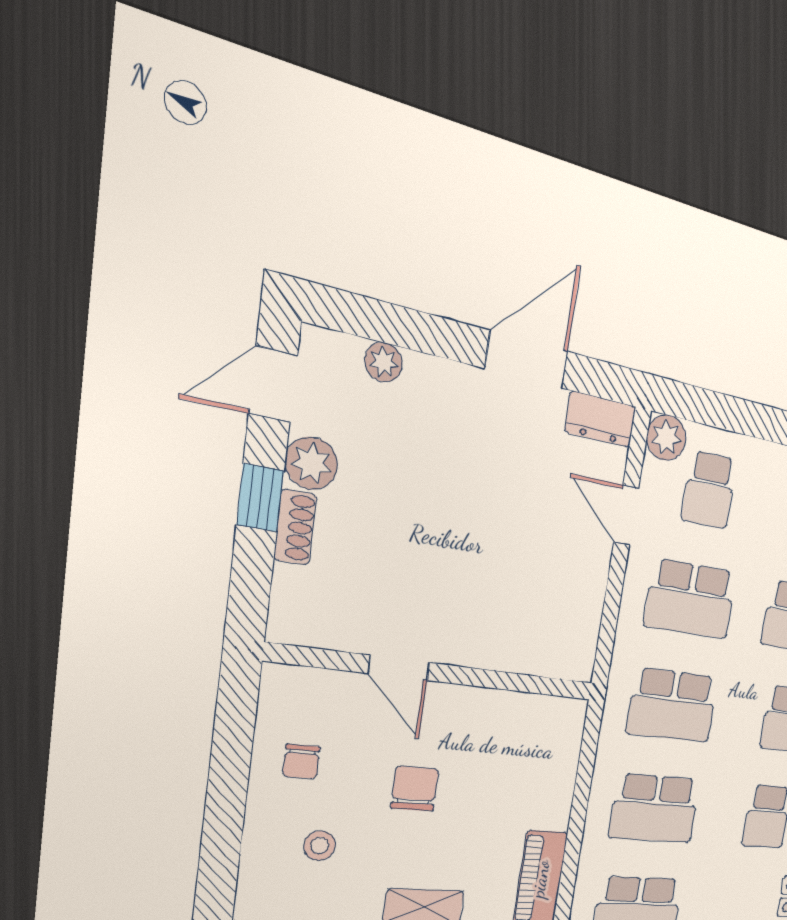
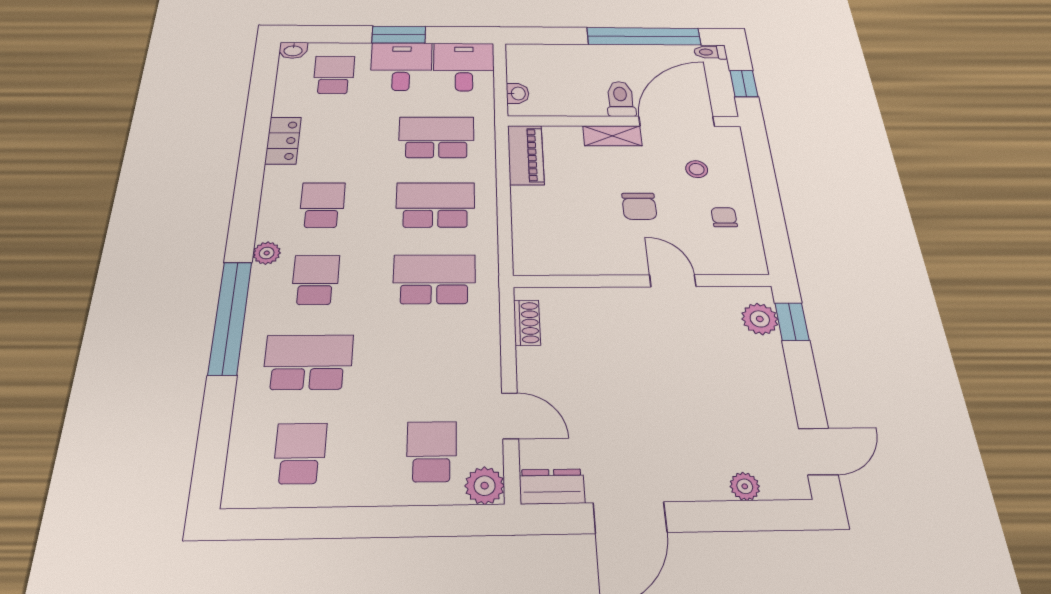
plant: (311, 463) -> (760, 319), moved
window: (260, 498) -> (792, 322), moved
shoe rack: (295, 527) -> (527, 323), moved, turned 180
school desk: (691, 599) -> (433, 361), removed

